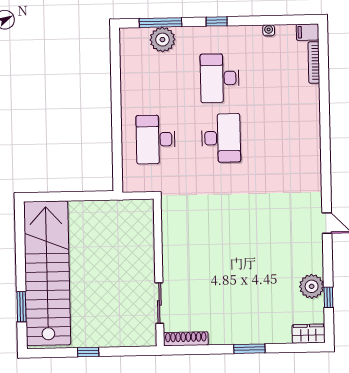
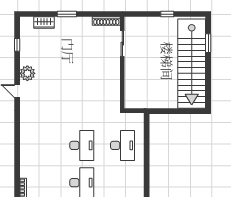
desk: (221, 138) -> (82, 145), turned 180
plant: (312, 286) -> (27, 73), moved
wardrobe: (309, 334) -> (44, 23), moved

